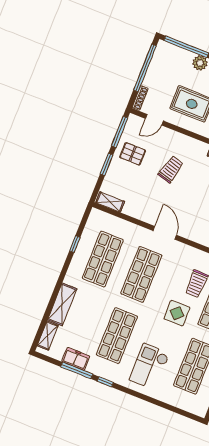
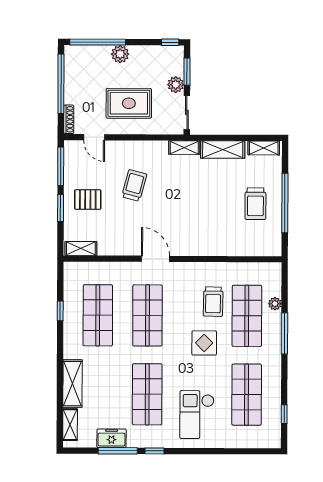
door: (154, 120) -> (94, 137), hinge flipped
pallet: (133, 154) -> (88, 200), moved

